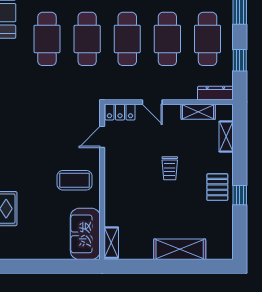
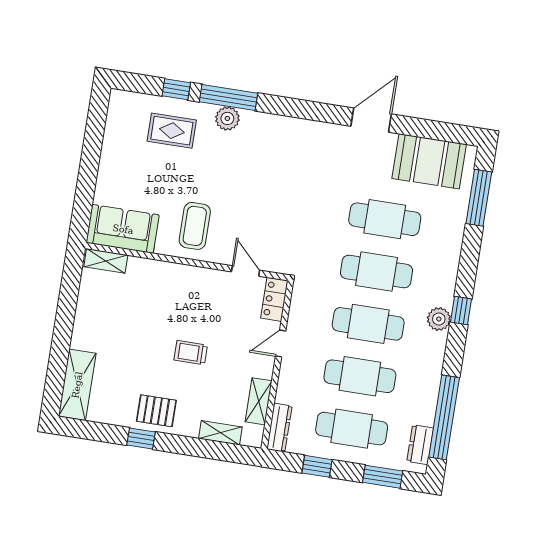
shelving: (180, 249) -> (77, 385), moved

